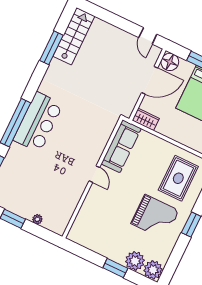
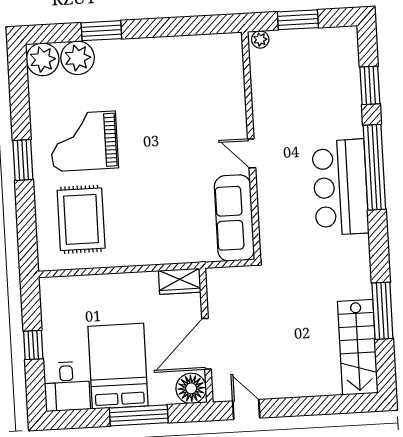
sofa: (121, 146) -> (234, 218), moved
door: (94, 174) -> (252, 153), moved
wall: (92, 178) -> (251, 146), moved

